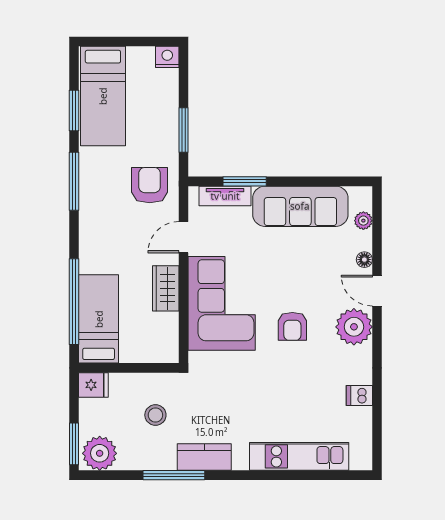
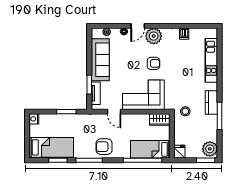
armchair: (150, 185) -> (104, 147), moved
wardrobe: (166, 288) -> (160, 120), moved
stool: (155, 415) -> (185, 111), moved

